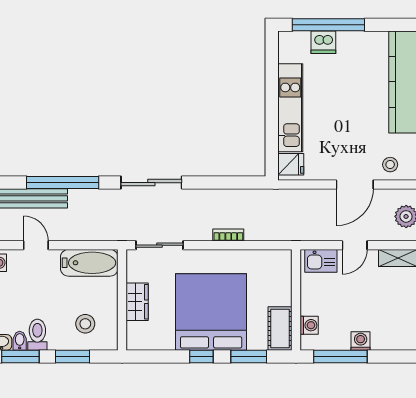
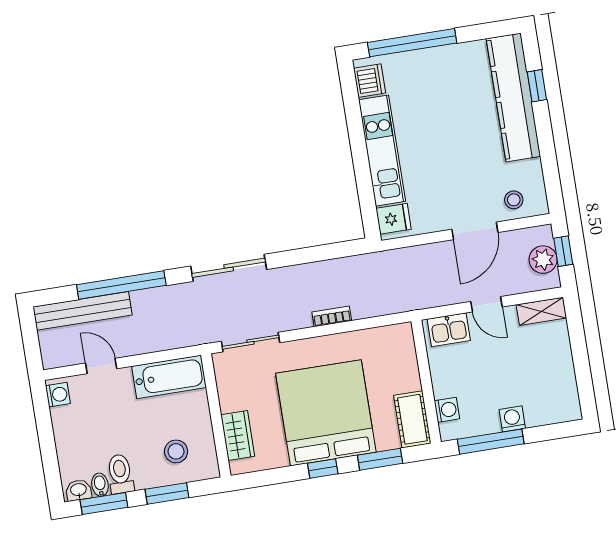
dishwasher: (323, 42) -> (370, 81), moved, turned -90
door: (355, 245) -> (486, 304), hinge flipped
wardrobe: (137, 302) -> (238, 435), moved

